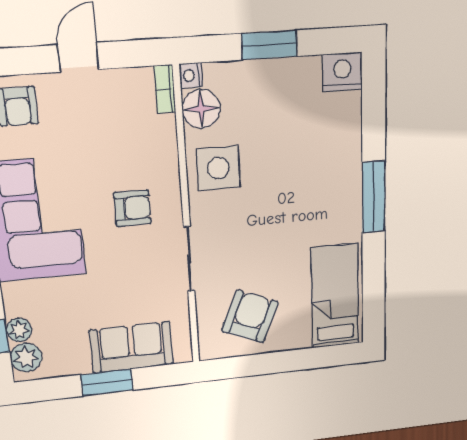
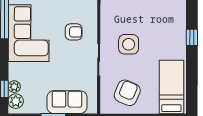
side table: (218, 168) -> (129, 44), moved
window: (374, 197) -> (192, 37), width x0.46

